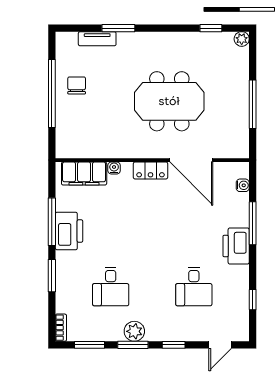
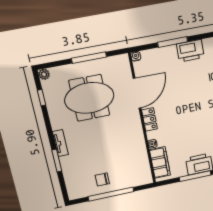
tv unit: (97, 39) -> (60, 143), moved
meeting table: (169, 101) -> (89, 98), moved, turned 90
water cooler: (243, 185) -> (136, 56), moved

